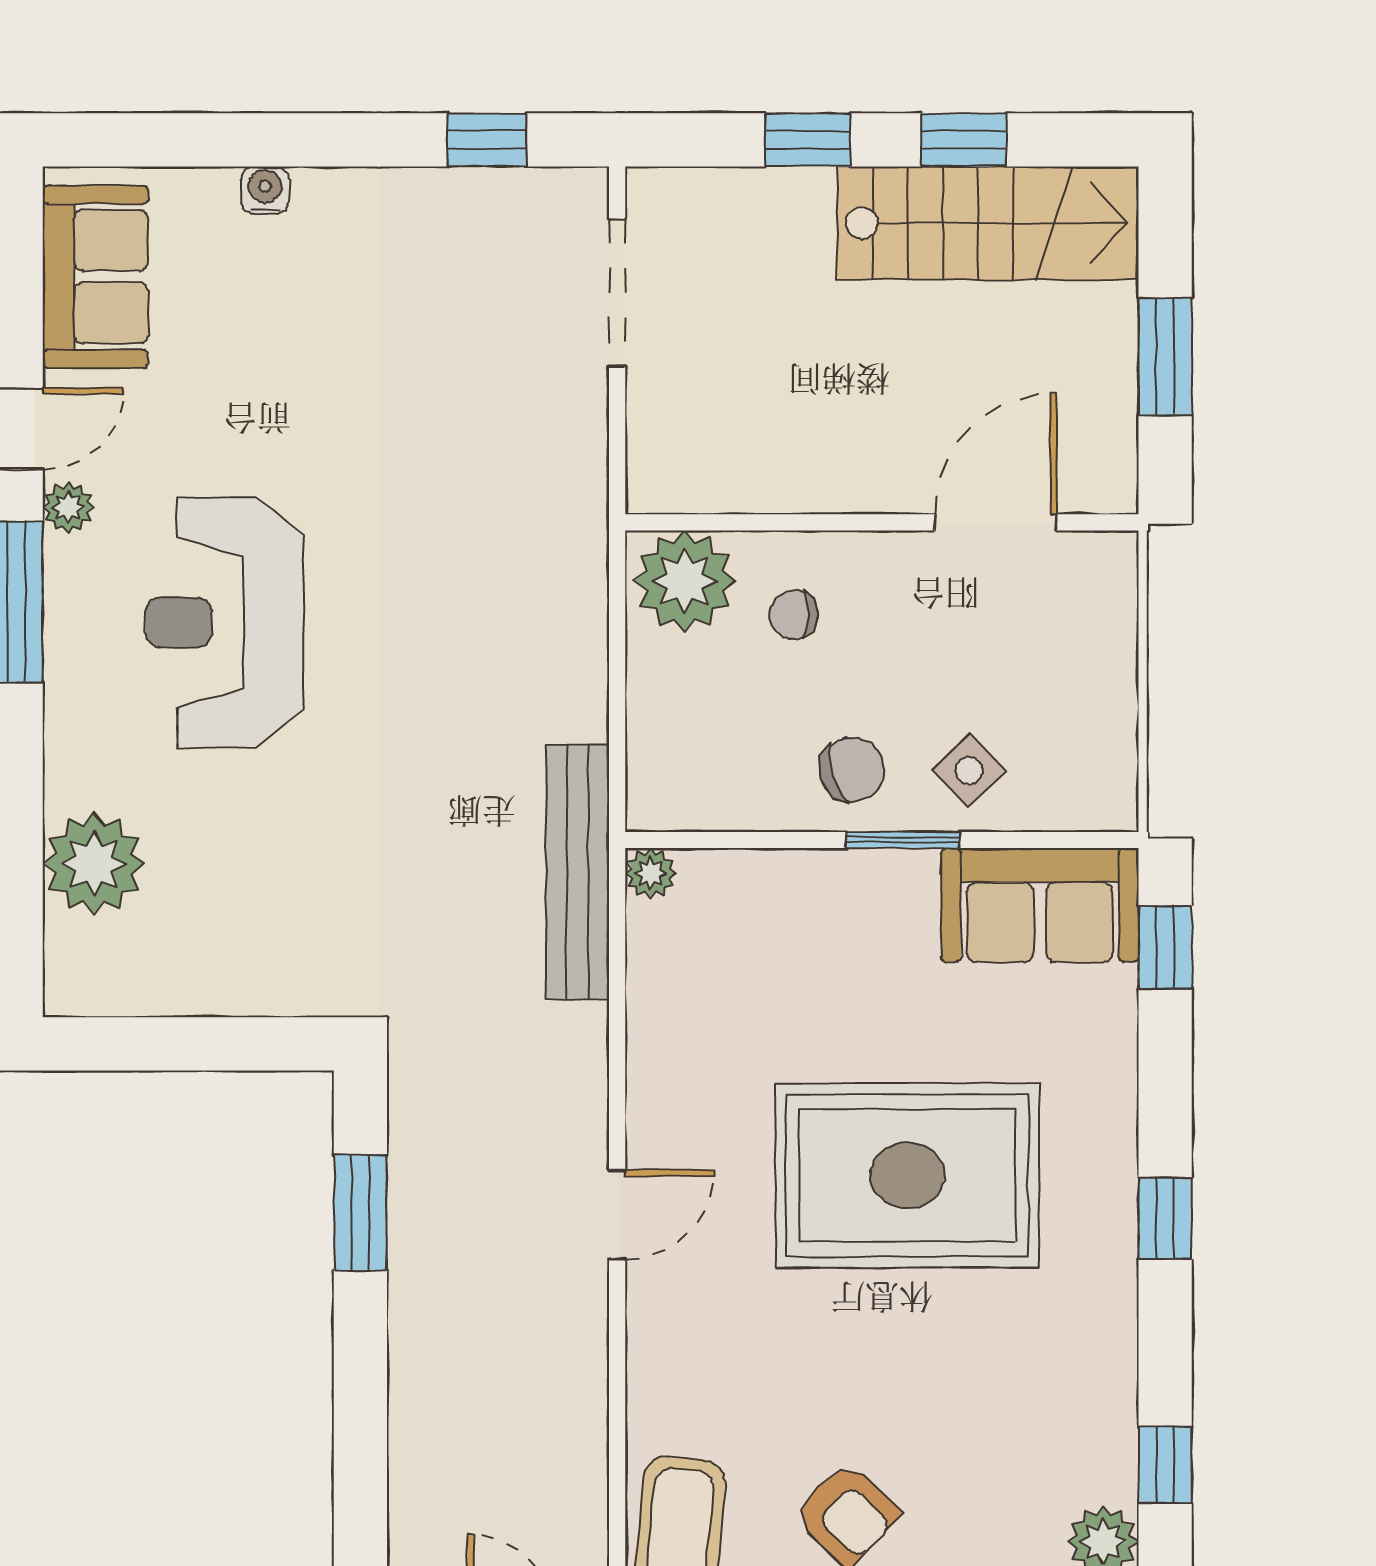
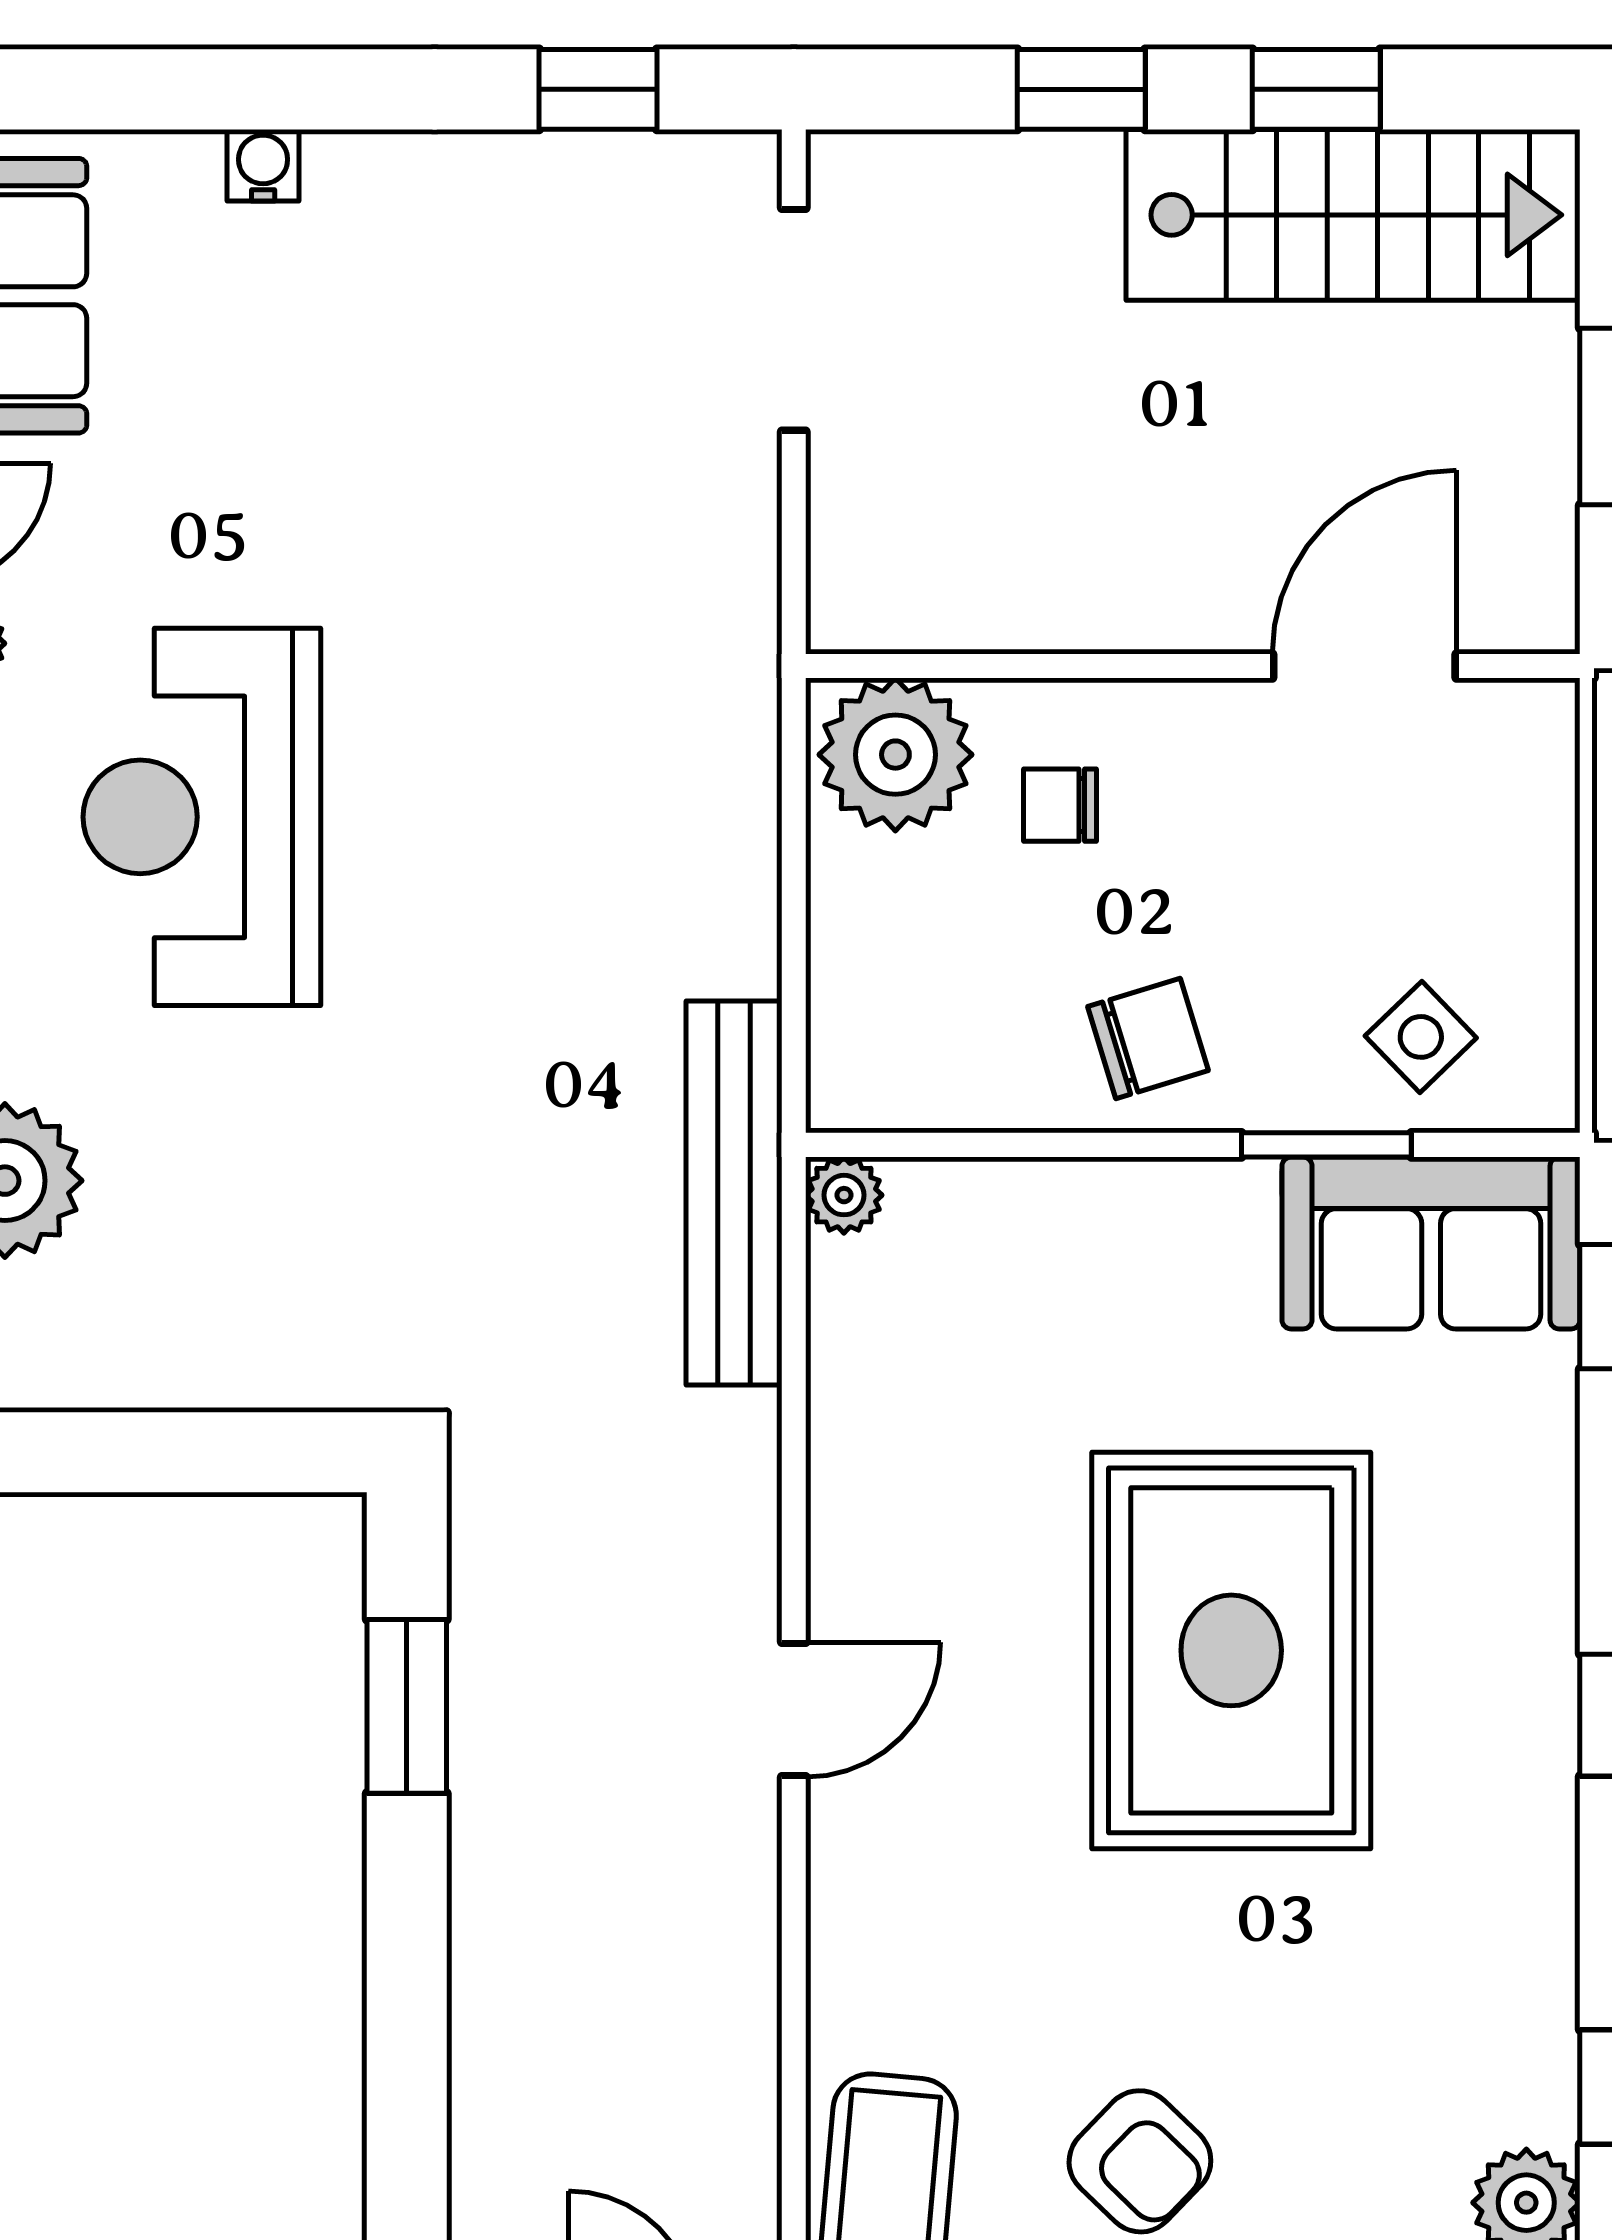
side table: (969, 771) -> (1421, 1037), moved
window: (902, 840) -> (1326, 1145), moved
rug: (907, 1175) -> (1231, 1650), turned 90

